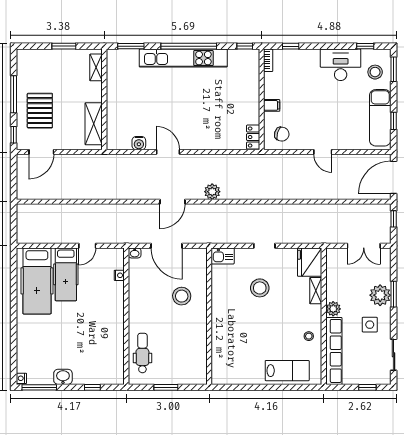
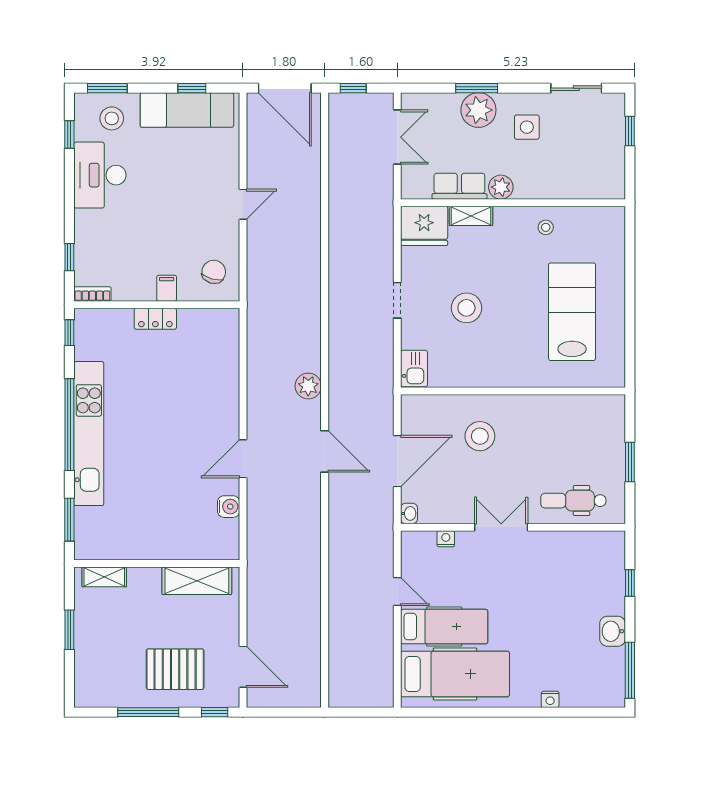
locker: (253, 137) -> (155, 319), moved
double door: (126, 309) -> (501, 527), added
row of seats: (334, 351) -> (459, 186), moved, width x0.50
lab bench: (287, 371) -> (572, 312), moved, width x1.36, depth x1.39
nightstand: (21, 378) -> (550, 699), moved

